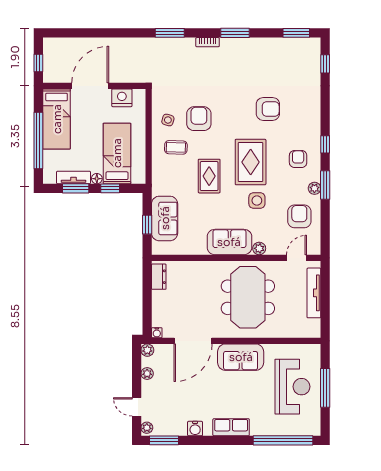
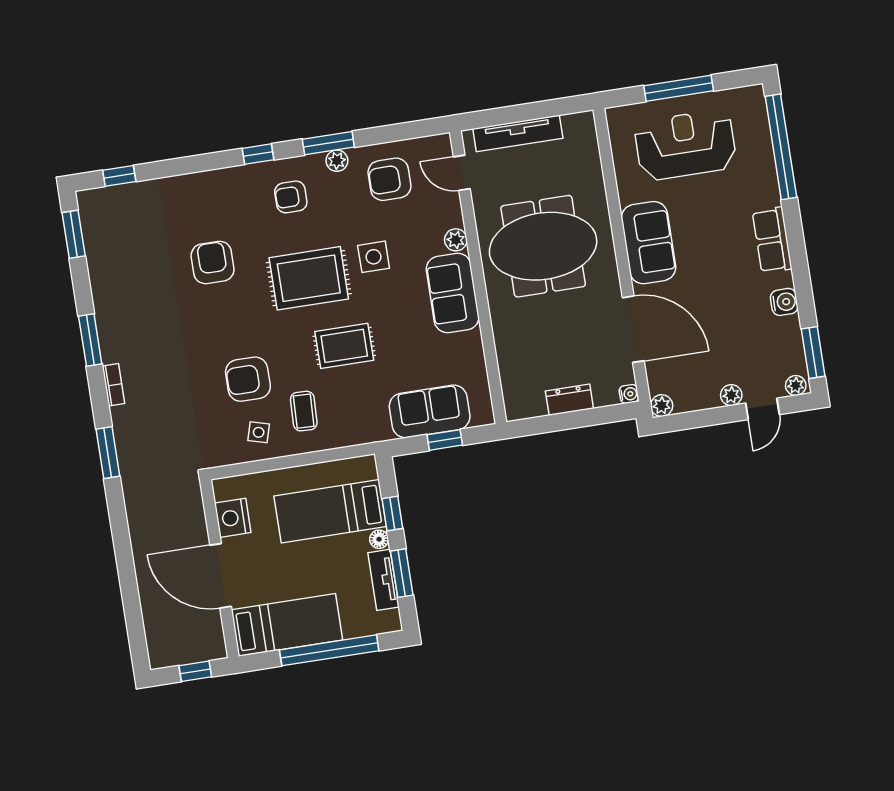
dresser: (159, 277) -> (569, 400), moved
plant: (147, 374) -> (731, 395), moved

